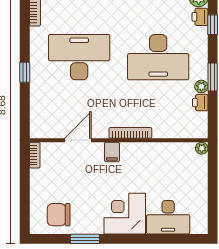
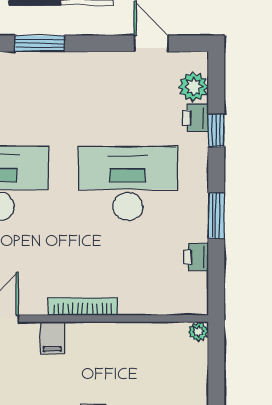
desk: (158, 57) -> (128, 183), turned 180
plant: (201, 87) -> (198, 231), removed

